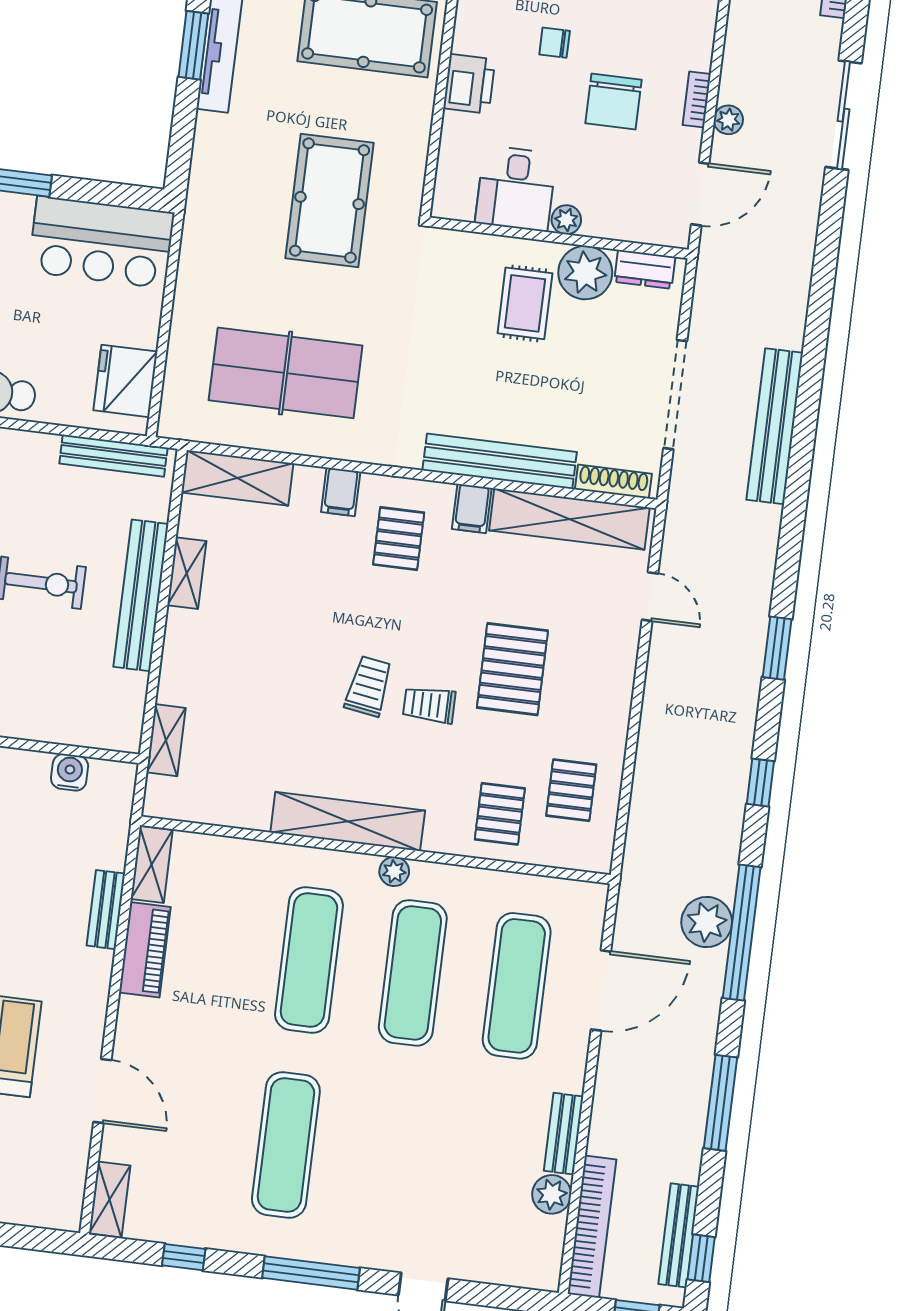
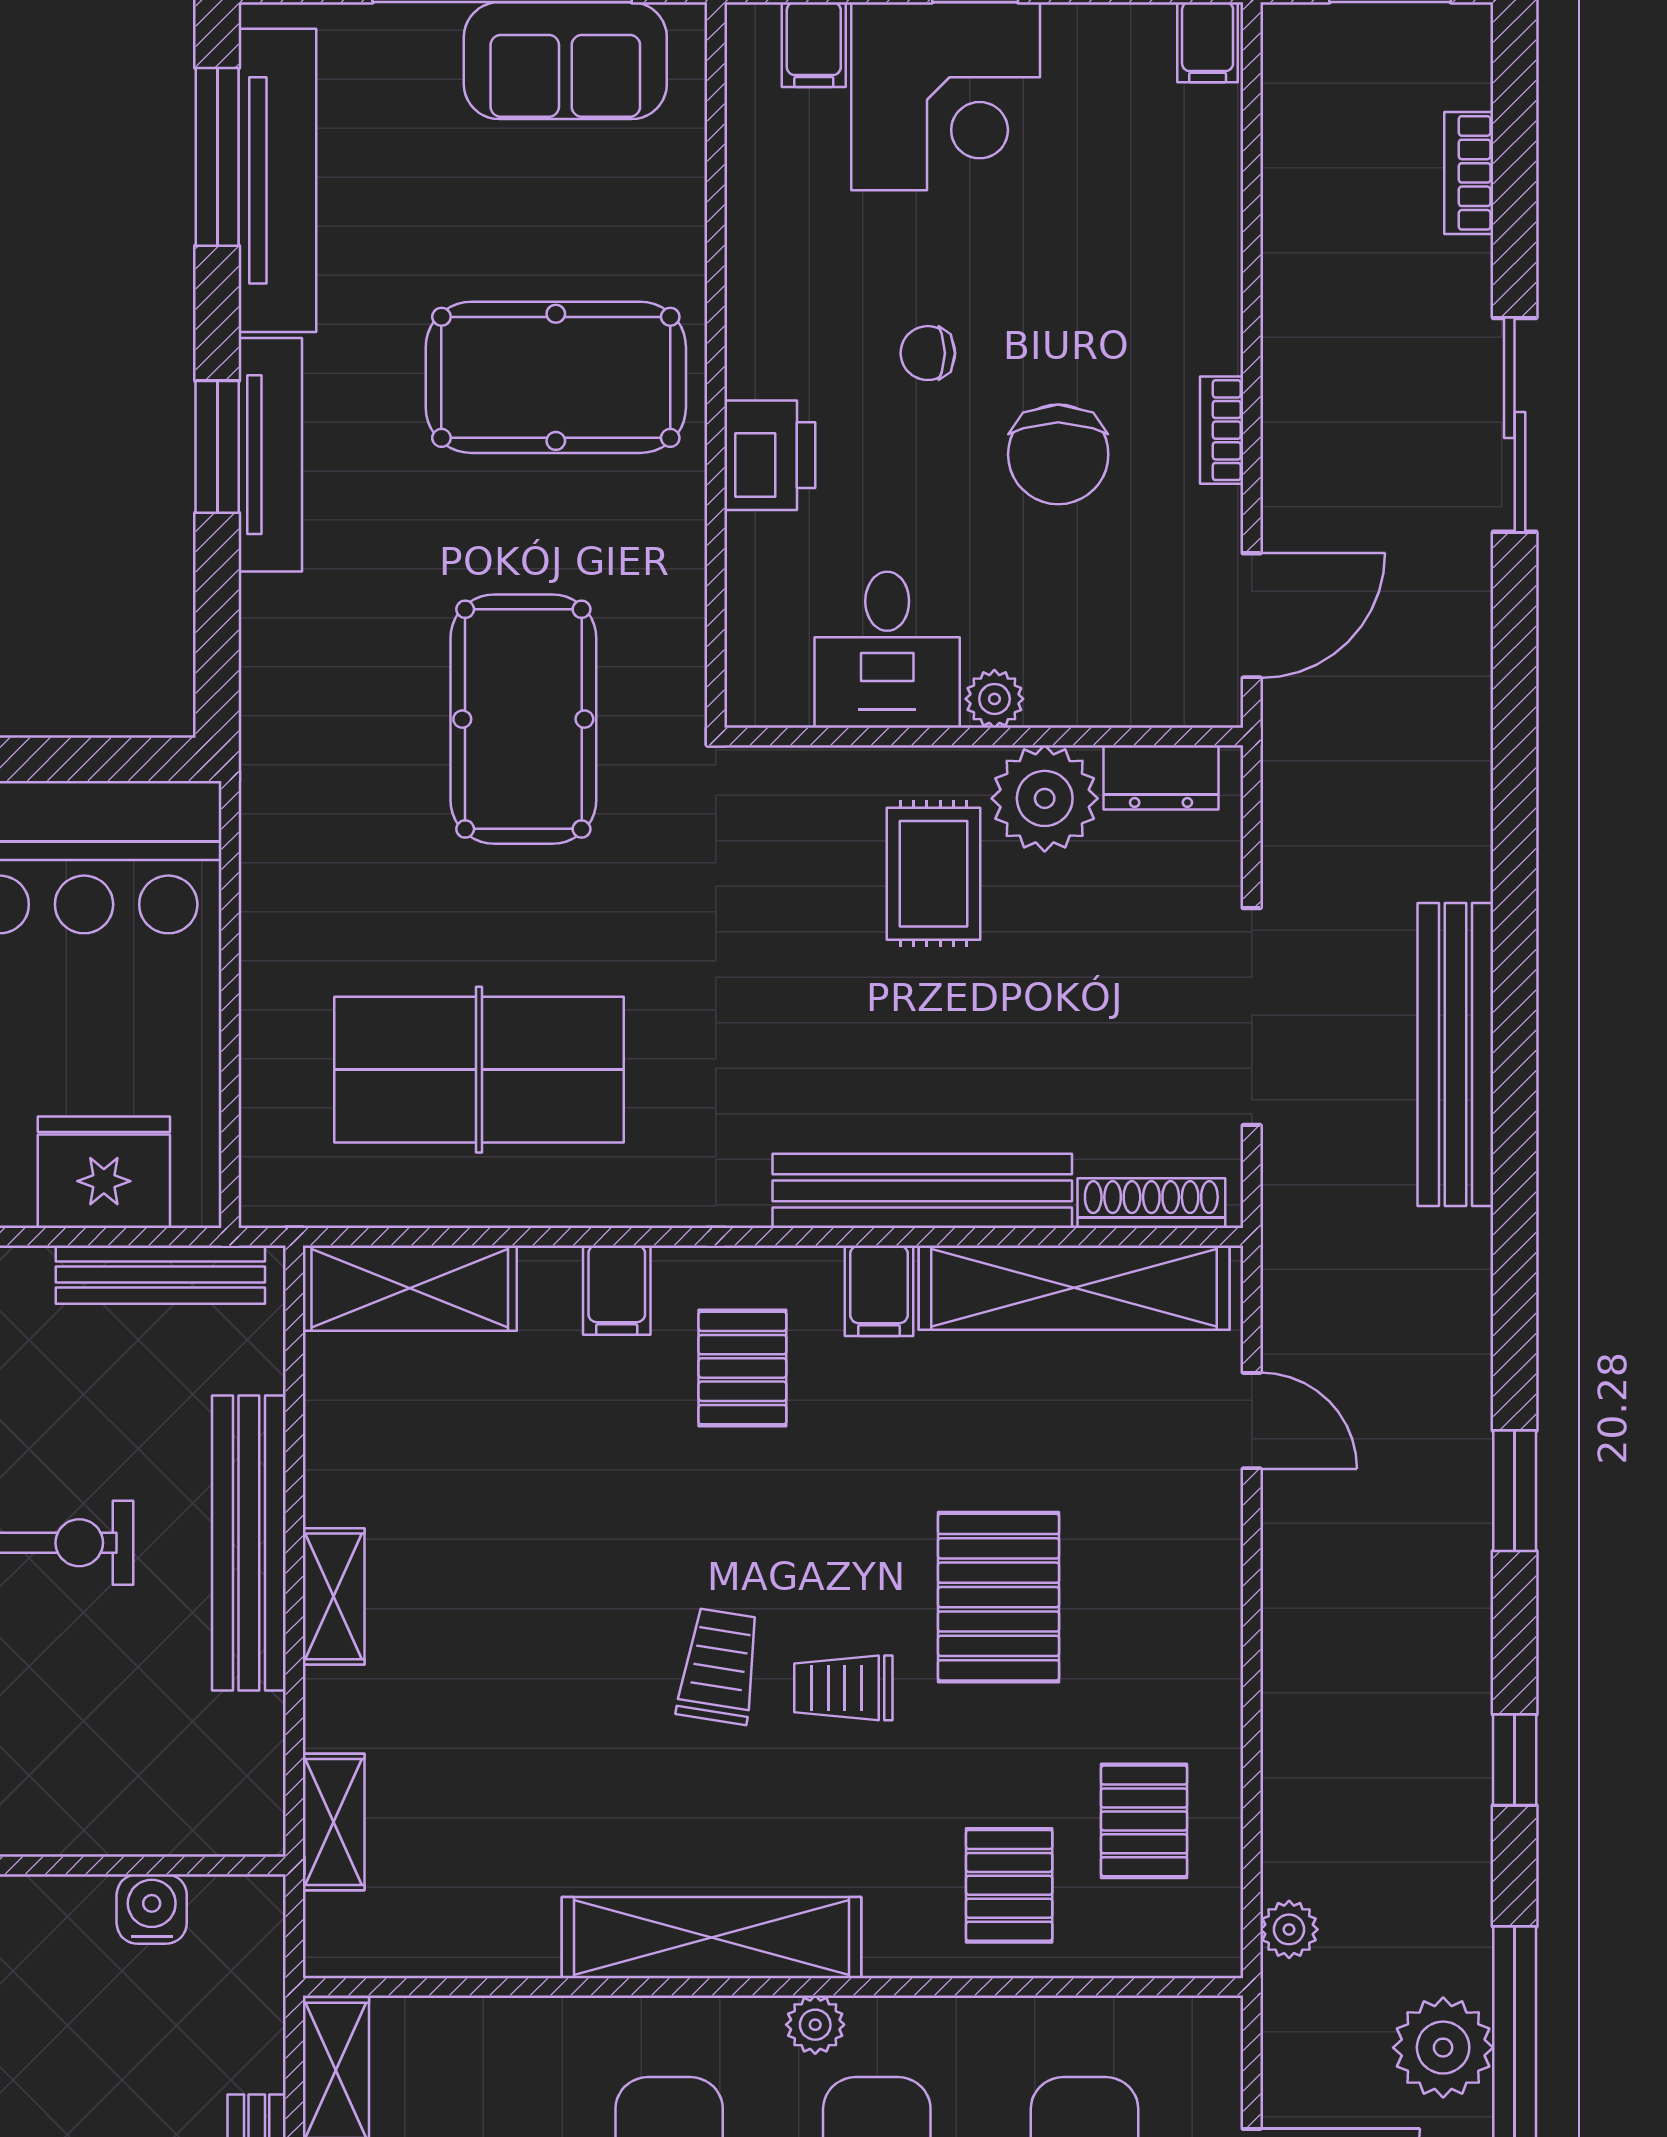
plant: (728, 120) -> (1289, 1929), moved
fridge: (125, 381) -> (104, 1172), moved, turned 90
shelving: (187, 573) -> (334, 1596), moved

